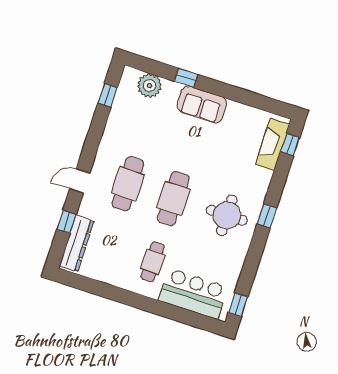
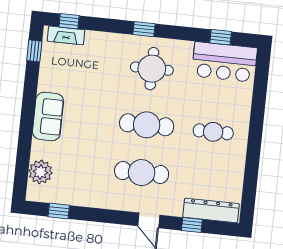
window: (186, 78) -> (34, 51), moved
fireplace: (272, 144) -> (66, 35), width x0.73, depth x0.76
bar counter: (193, 294) -> (224, 62), moved, turned -90
window: (238, 305) -> (221, 37), moved

